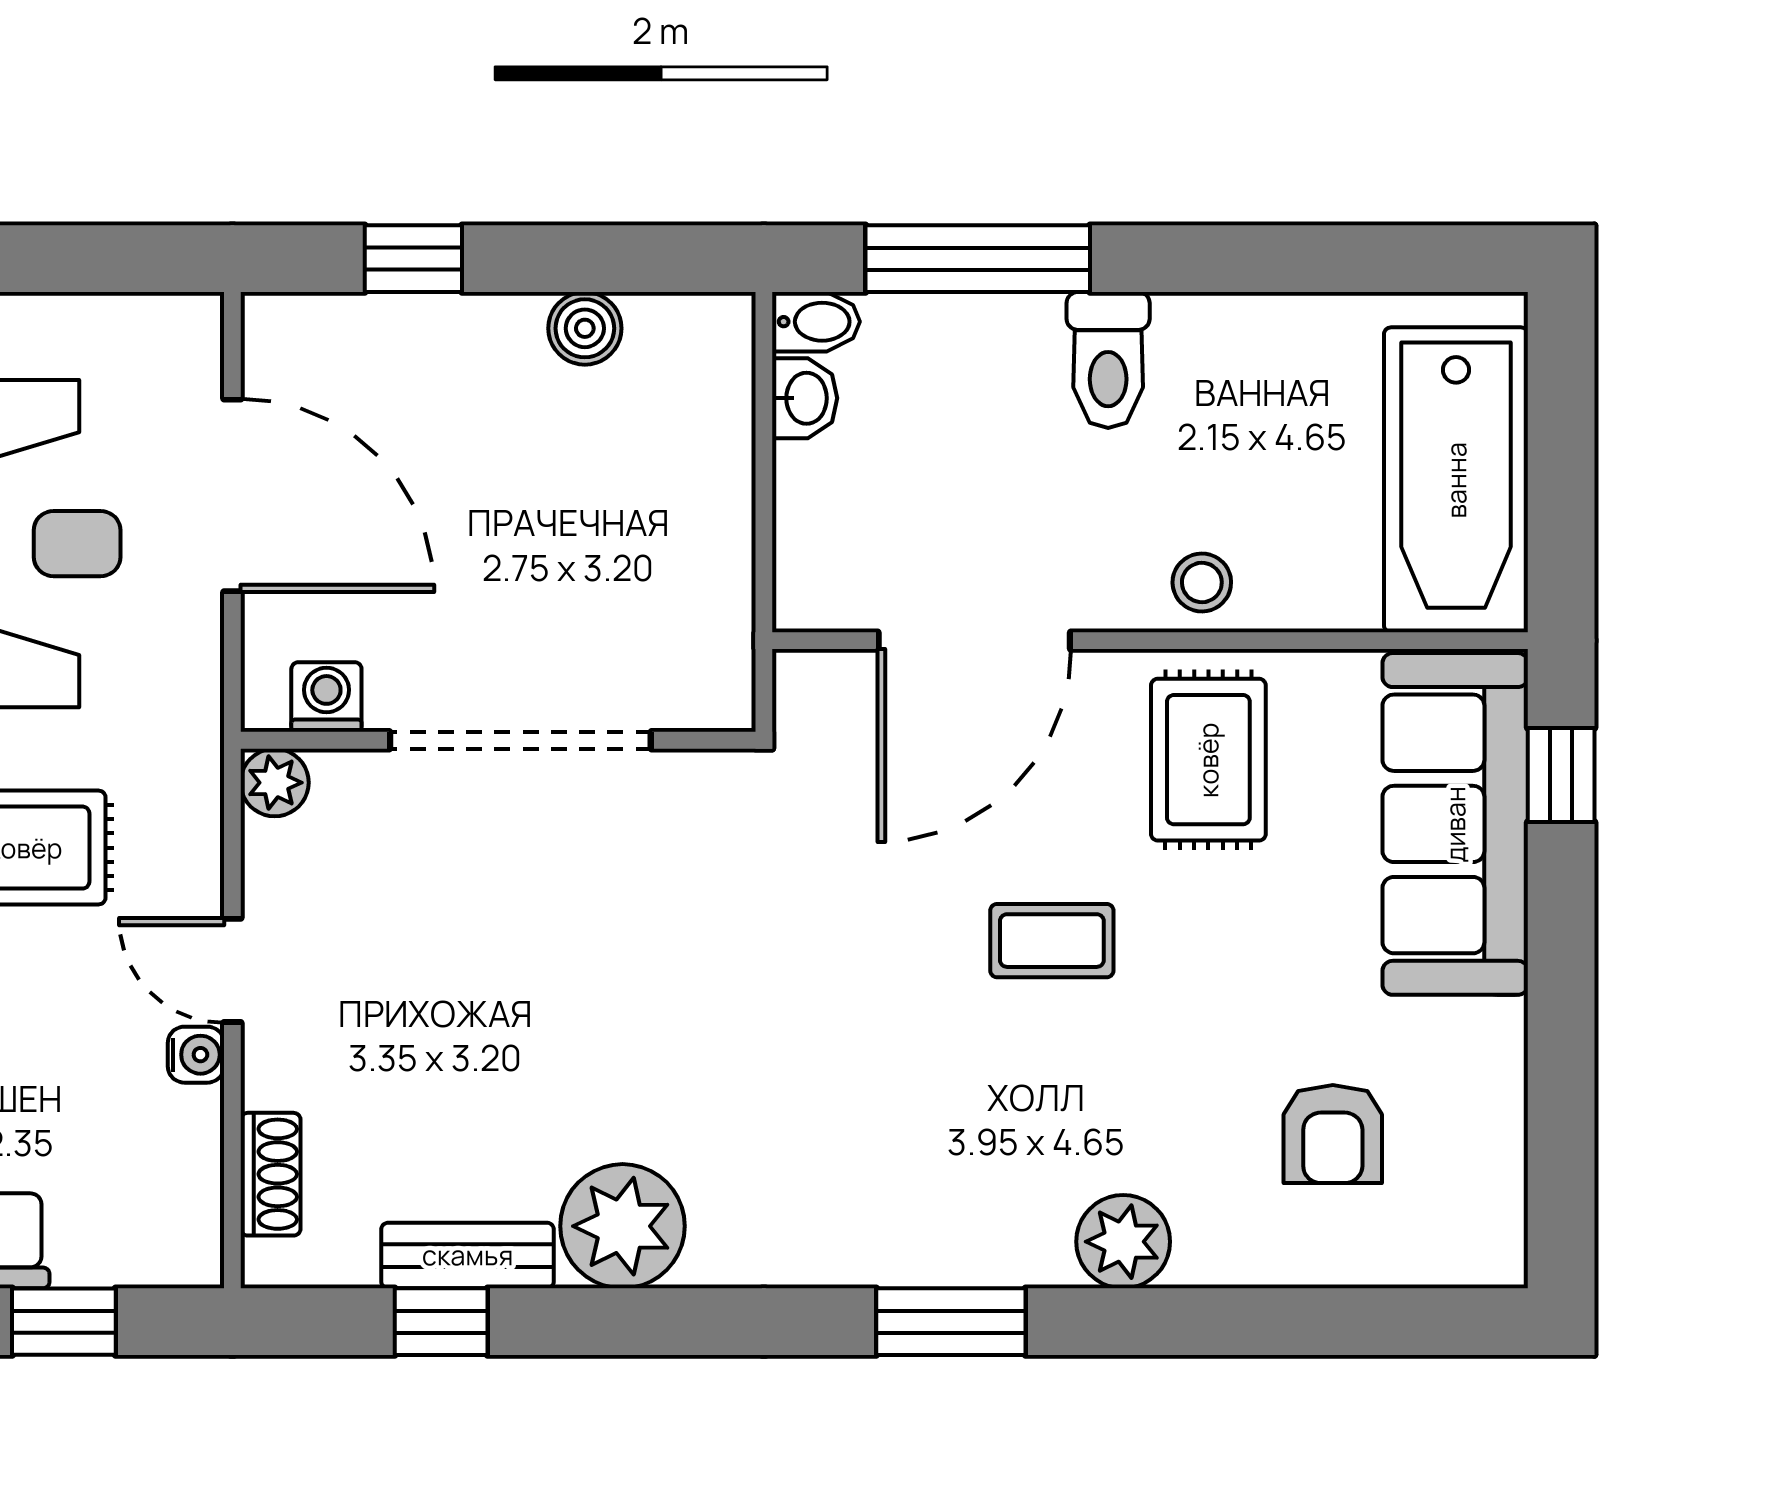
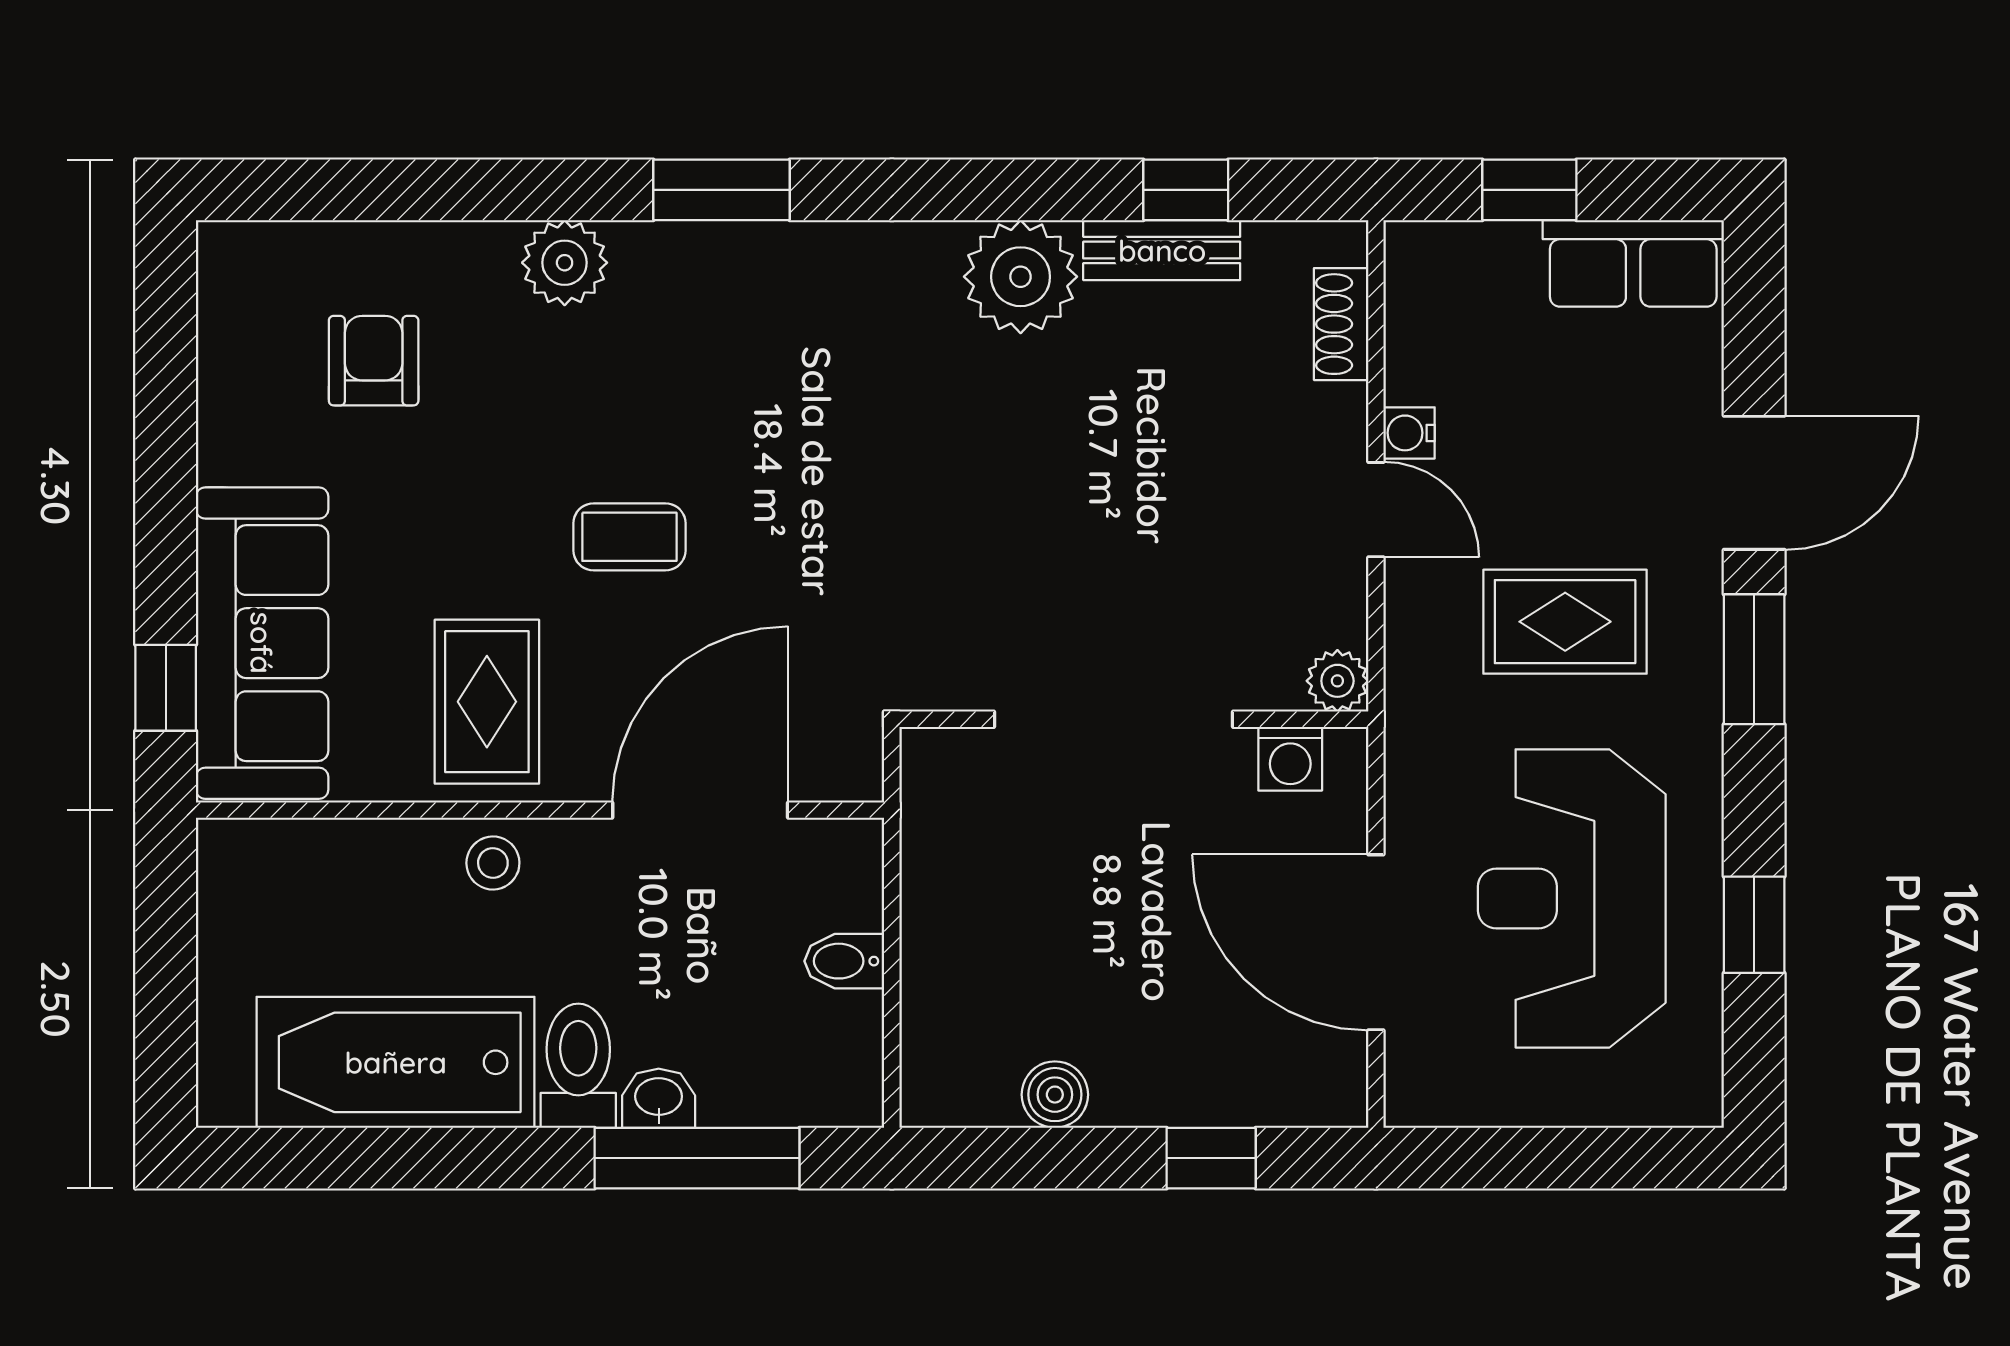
bidet: (816, 322) -> (844, 961), moved
washbasin: (805, 398) -> (659, 1098), moved, turned 90
bathtub: (1456, 480) -> (396, 1062), moved, turned -90

